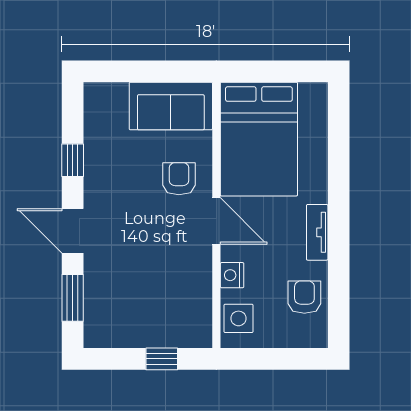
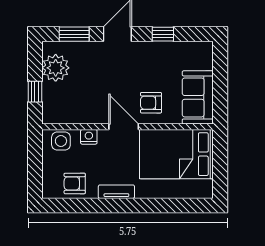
armchair: (179, 179) -> (151, 103), turned 180
door: (216, 221) -> (124, 127), swing flipped
armchair: (304, 297) -> (75, 183), turned 180
plant: (125, 327) -> (56, 68), added

